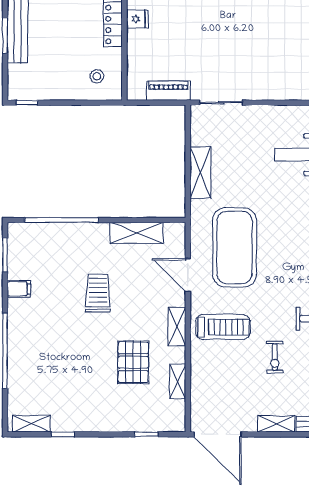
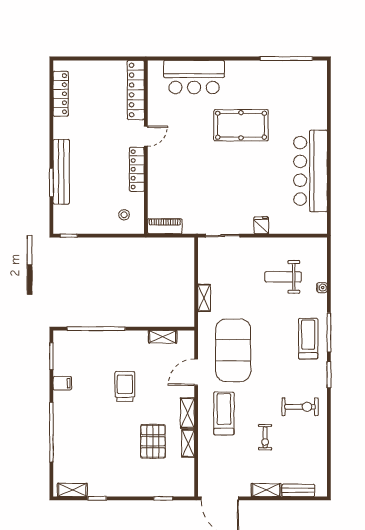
fridge: (138, 19) -> (261, 225), moved, turned -90
piano: (168, 91) -> (165, 226), moved
shelving: (200, 172) -> (204, 298), width x0.67, depth x0.75
shelving: (137, 233) -> (163, 337), width x0.67, depth x0.75
door: (188, 275) -> (196, 372), hinge flipped
treadmill: (223, 327) -> (224, 413), turned -90
shelving: (178, 382) -> (188, 443), moved

